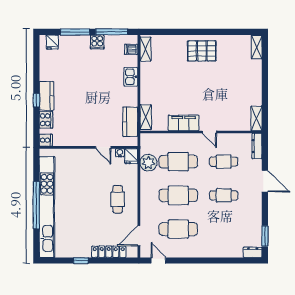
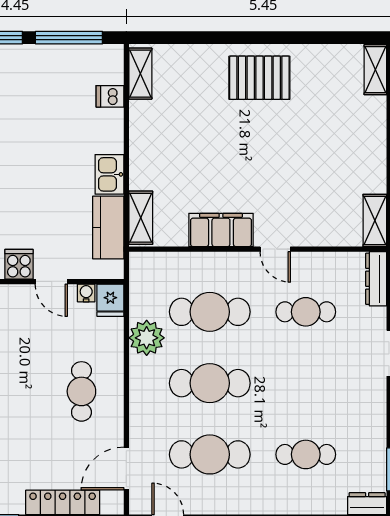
cooker: (97, 42) -> (19, 264), moved, turned 180
dishwasher: (131, 49) -> (110, 96), moved
kitchen sink: (131, 77) -> (109, 174), moved
plant: (148, 163) -> (147, 338), moved
cafe table: (224, 195) -> (306, 454), moved

